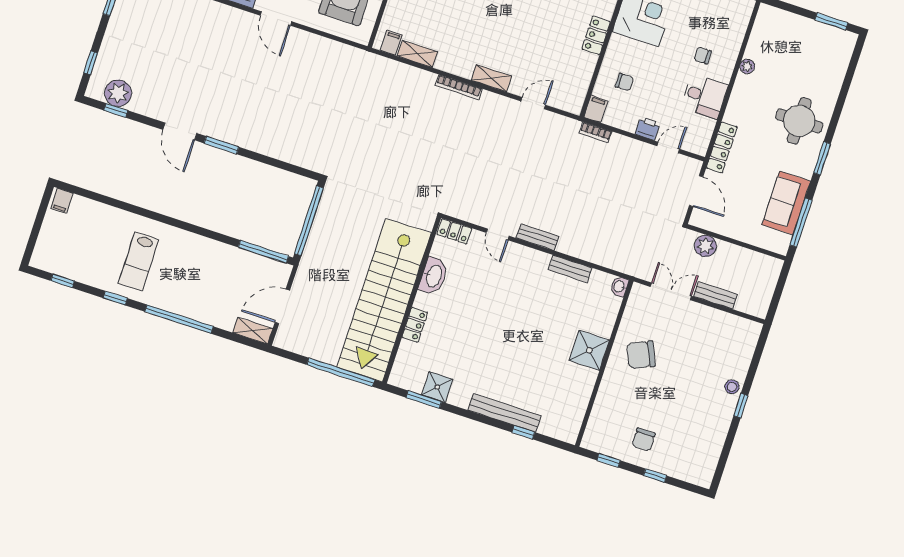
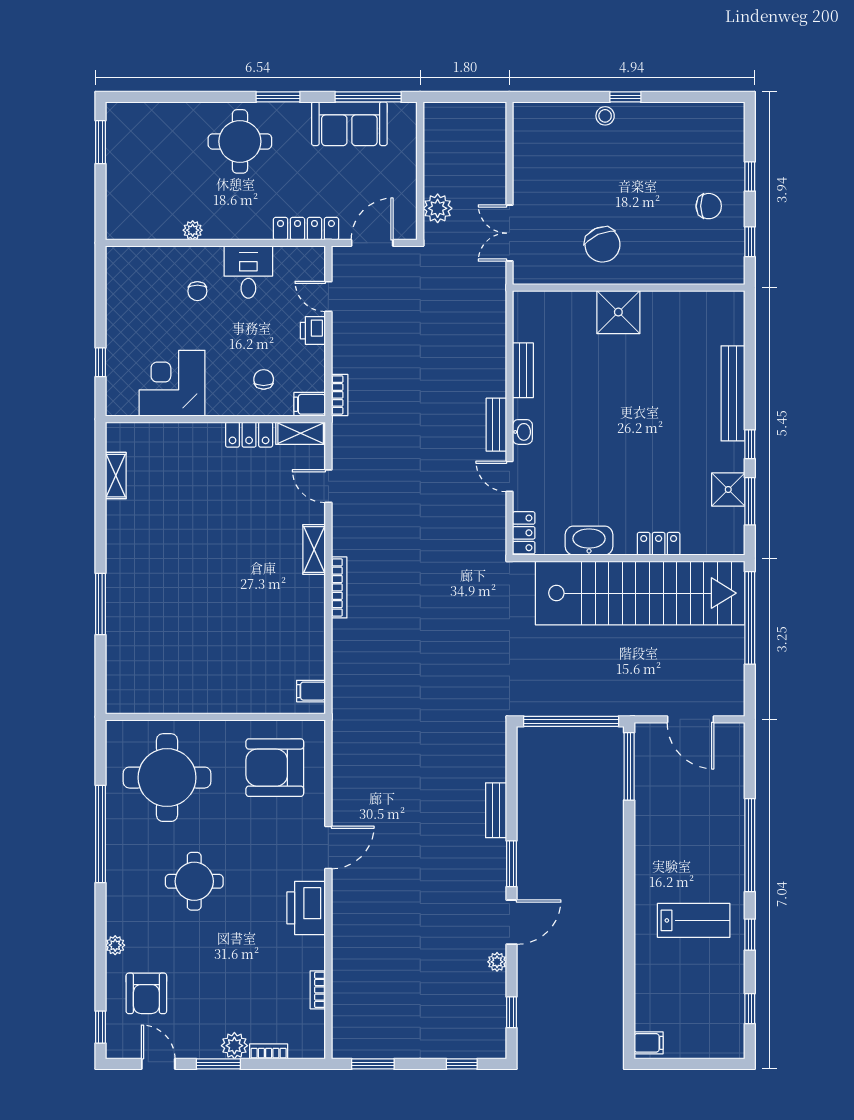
locker: (596, 35) -> (249, 435), moved
shelving: (417, 54) -> (301, 433), moved, turned 90
plant: (118, 93) -> (497, 962), moved, width x0.53, depth x0.53
door: (498, 234) -> (509, 476), swing flipped
washbasin: (619, 286) -> (522, 432), moved, turned -90
bench: (715, 295) -> (496, 810), moved
shelving: (253, 331) -> (734, 747), removed
window: (523, 432) -> (750, 444), moved

